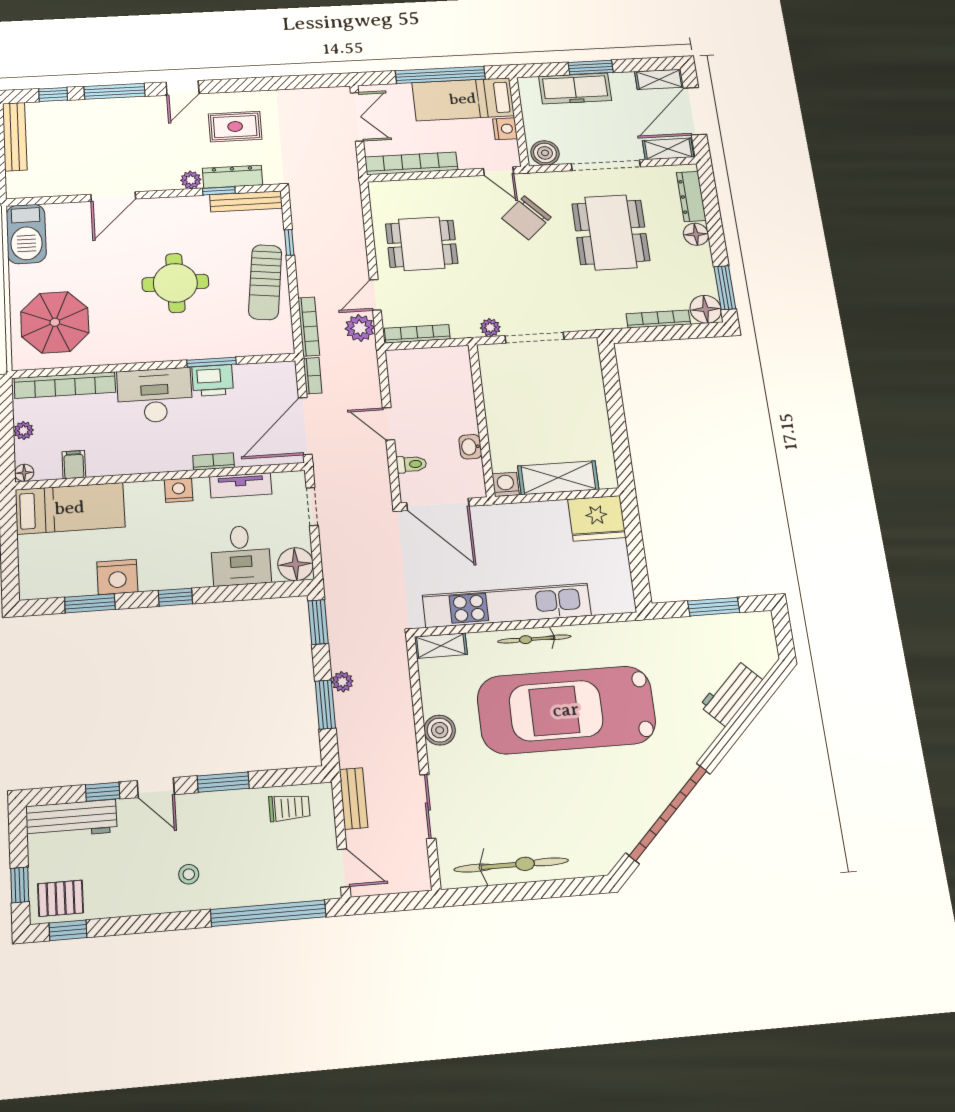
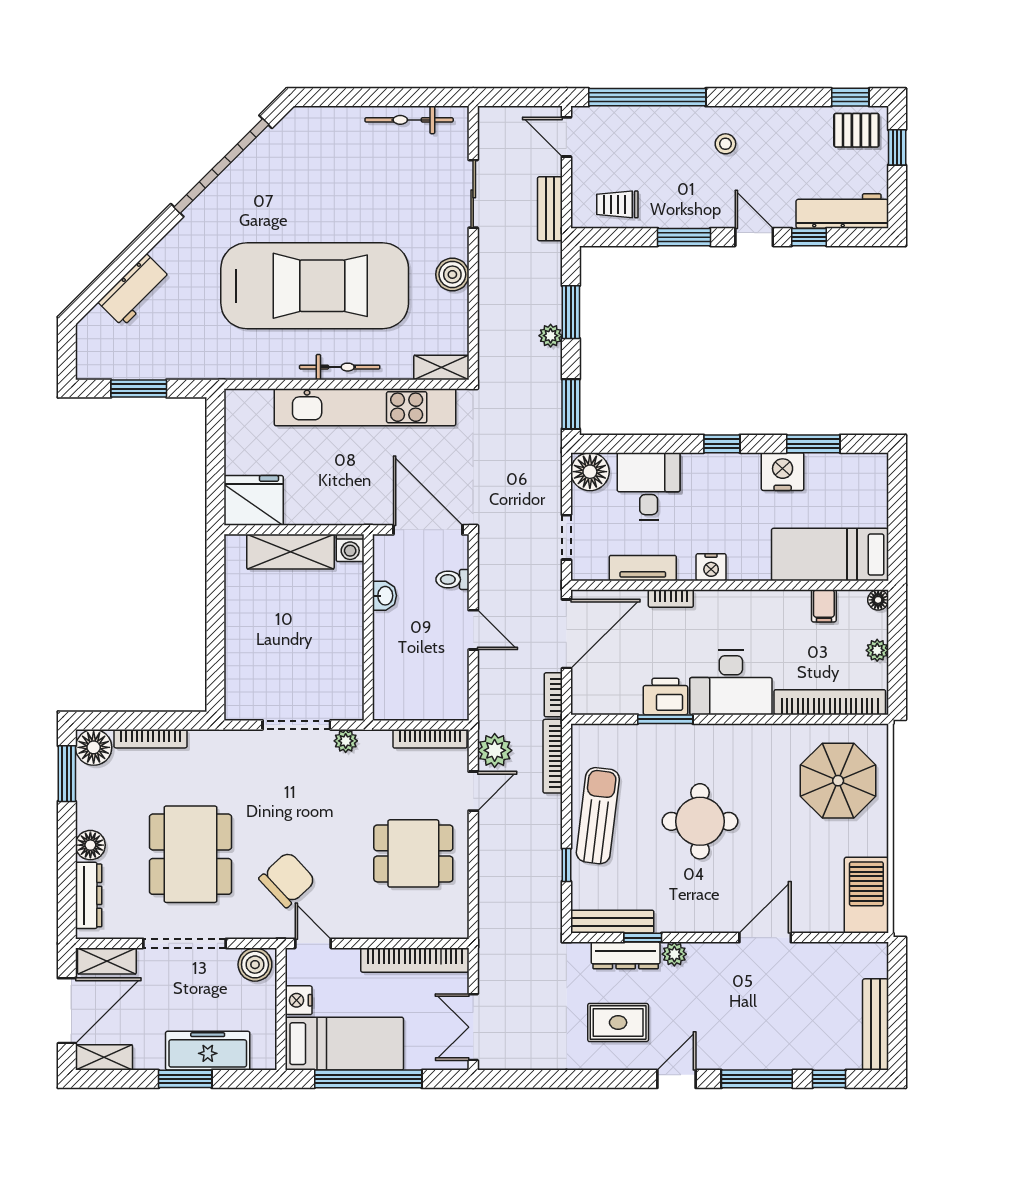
bicycle: (511, 865) -> (409, 120), width x0.73, depth x0.71

